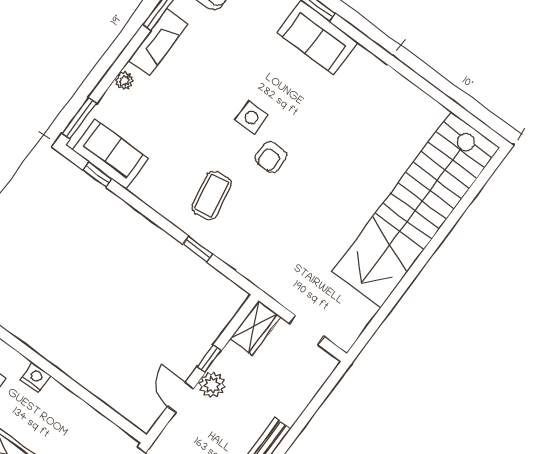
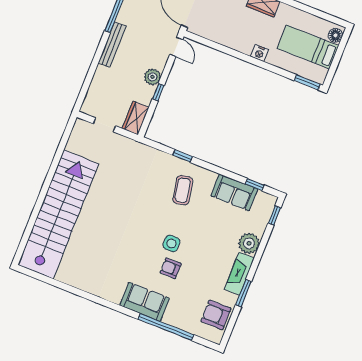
plant: (124, 81) -> (249, 243), width x1.87, depth x1.87
window: (79, 118) -> (274, 215), width x0.67
sofa: (110, 154) -> (234, 192), moved
armchair: (271, 157) -> (171, 268), moved, turned -90
door: (181, 397) -> (176, 47), moved

